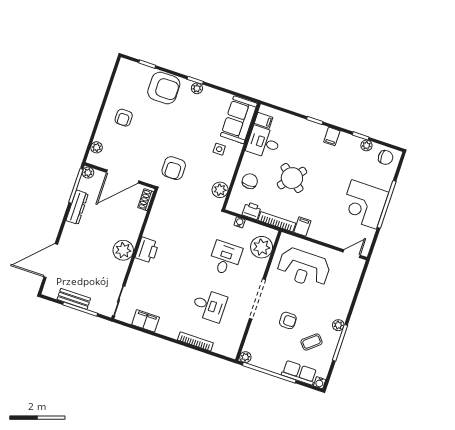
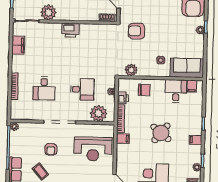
round table: (292, 178) -> (161, 133), moved
plant: (123, 250) -> (48, 12), moved
reception desk: (304, 268) -> (93, 149), turned -90

